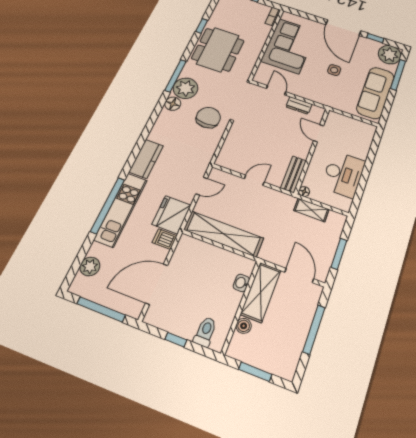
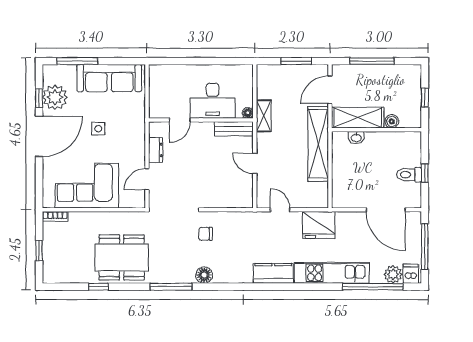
plant: (390, 55) -> (55, 97), moved
plant: (186, 88) -> (181, 270), removed
chair: (208, 118) -> (206, 234), width x0.54, depth x0.54
desk: (343, 174) -> (213, 101), moved, turned 180
window: (108, 205) -> (373, 287), moved
shelving: (311, 210) -> (264, 116), moved
shelving: (223, 234) -> (318, 144), moved
dishwasher: (165, 239) -> (411, 274), moved, turned 180
toilet: (205, 332) -> (409, 175), moved
window: (255, 372) -> (425, 98), width x0.67

